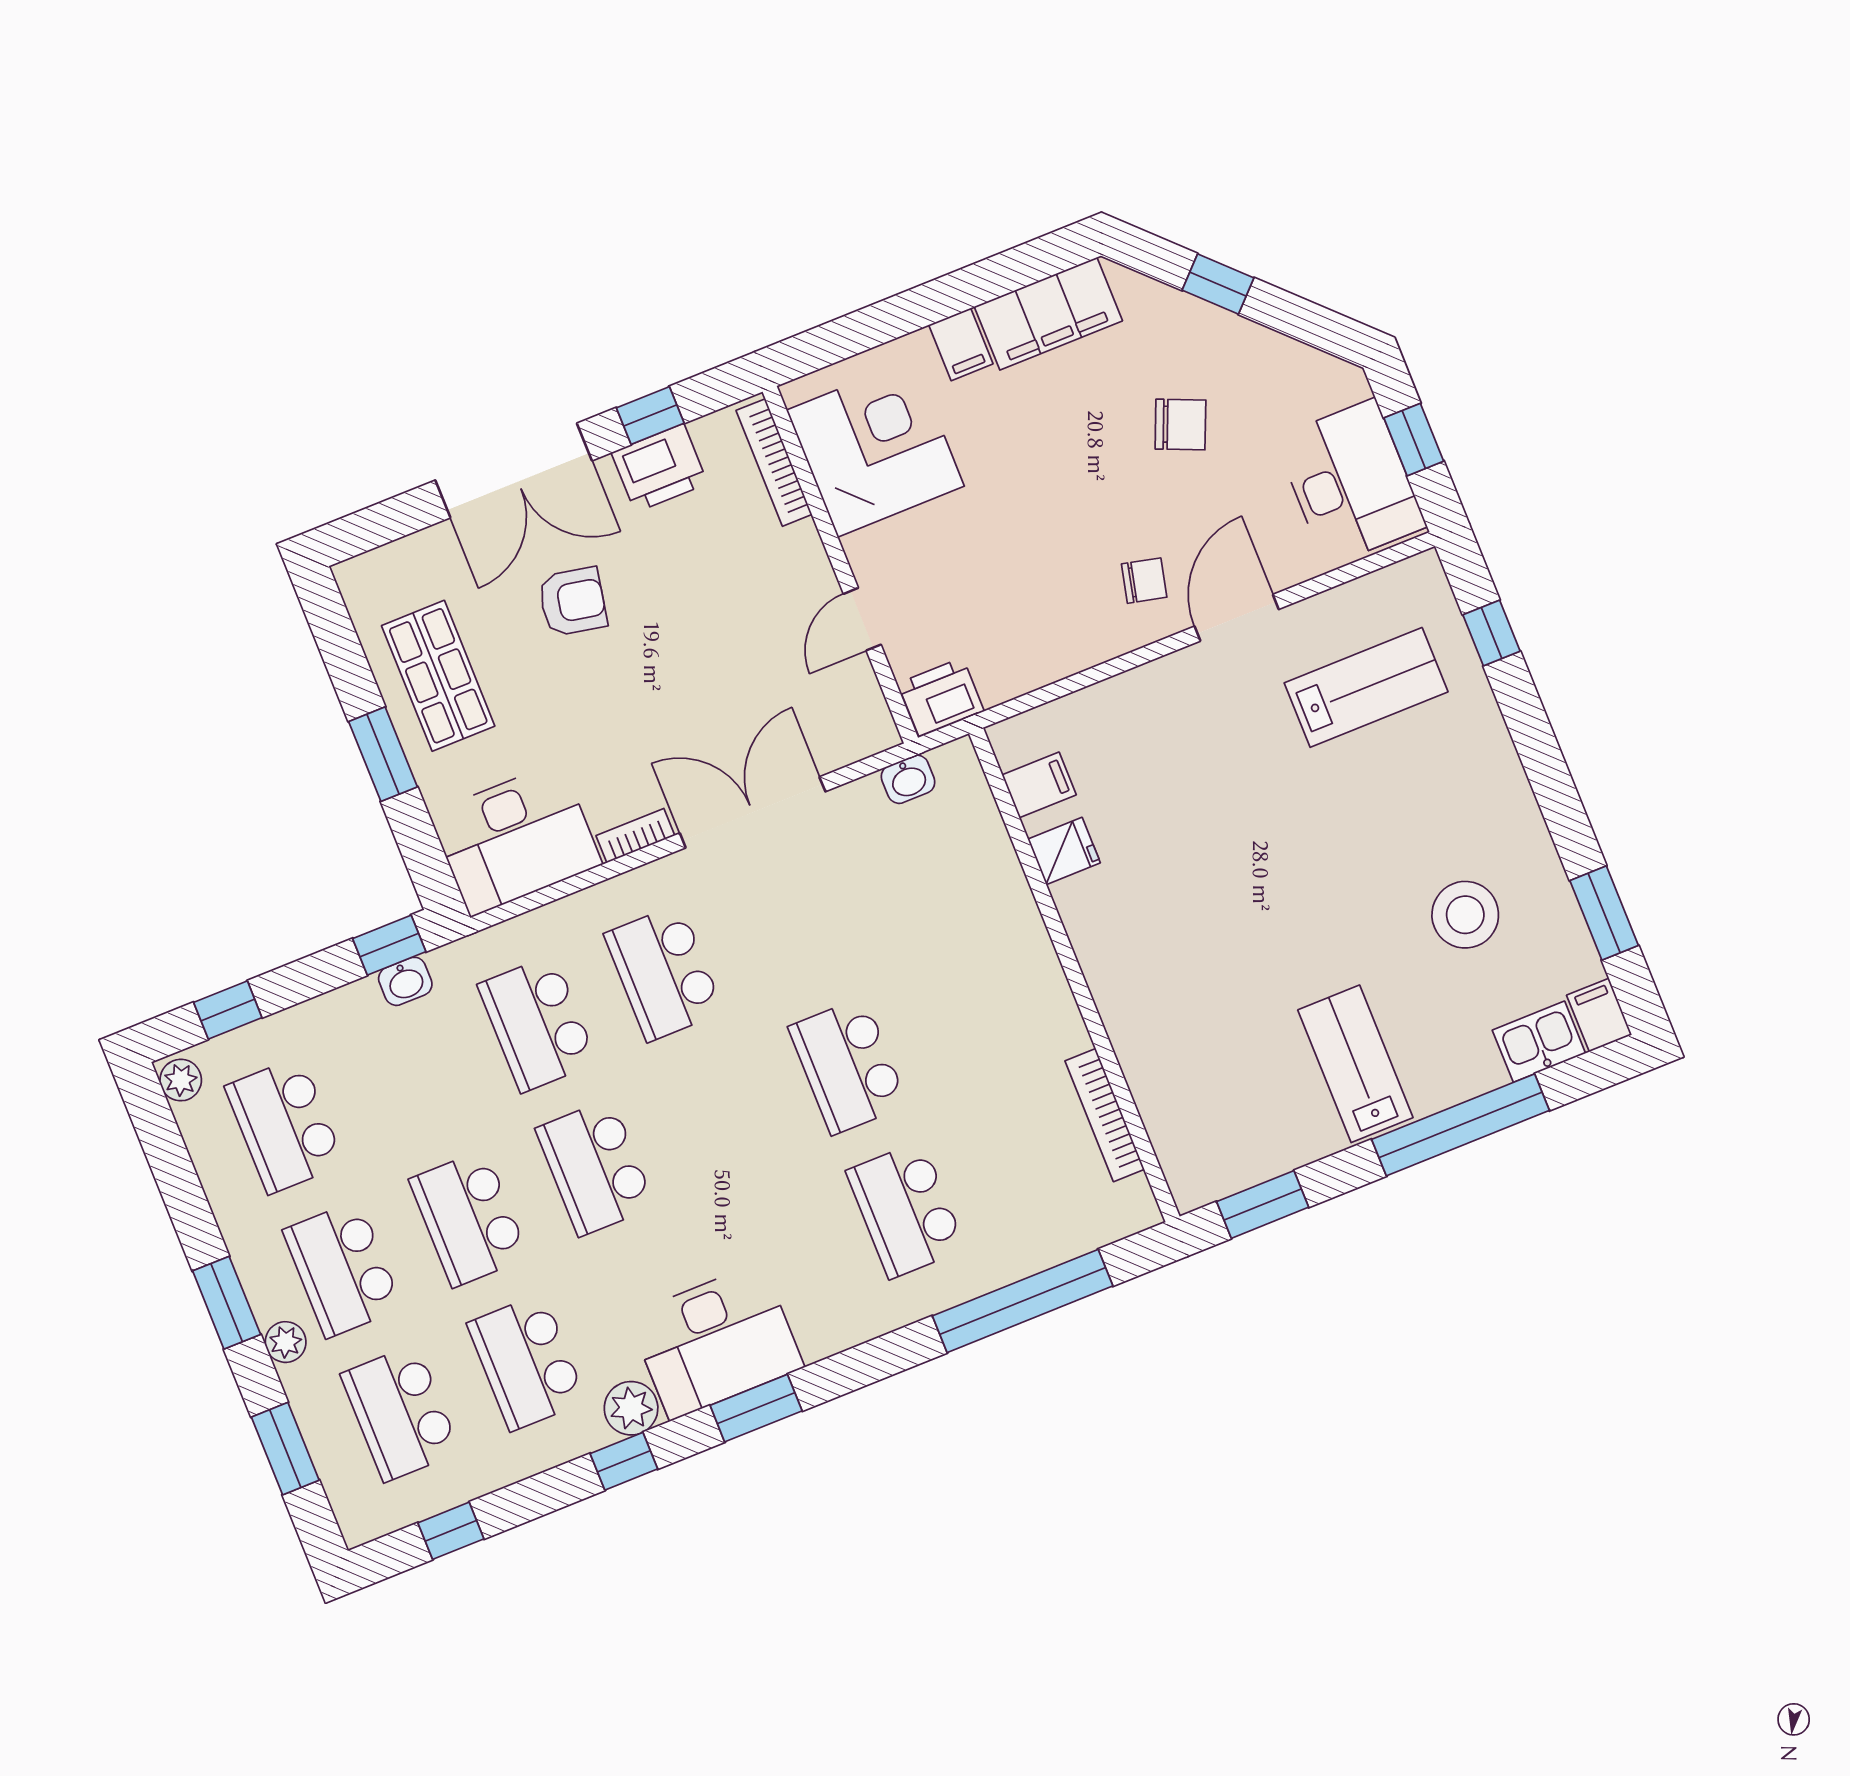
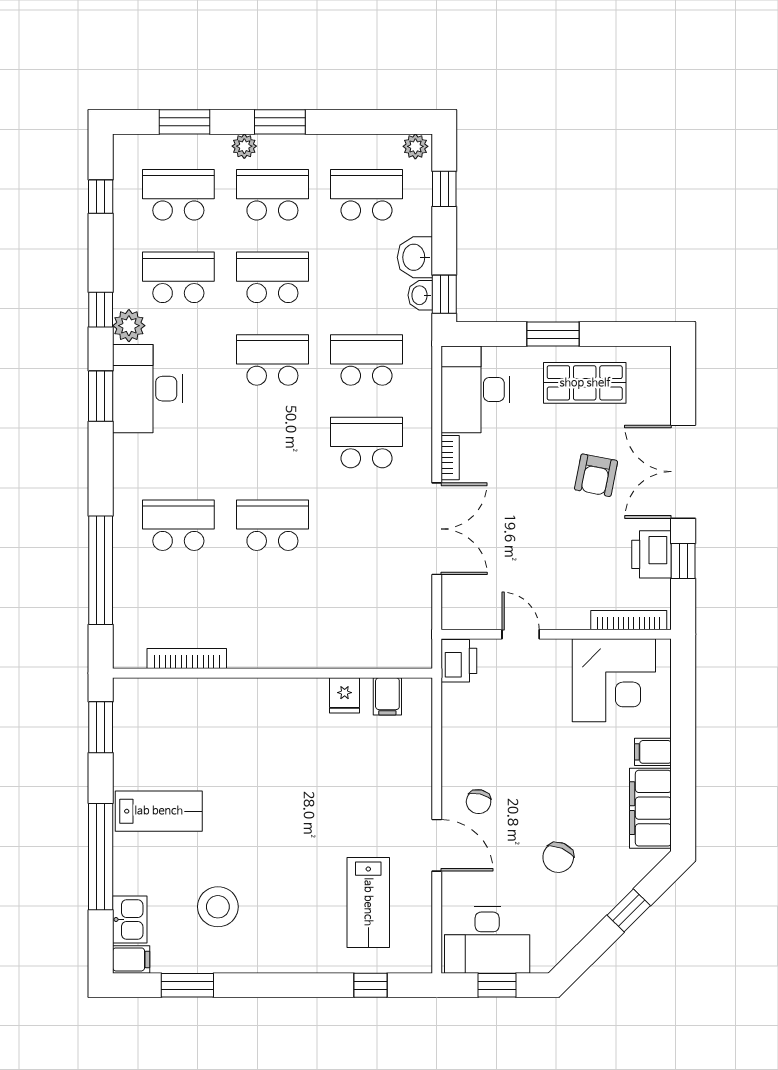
washbasin: (908, 779) -> (415, 257), moved, width x1.38, depth x1.45

